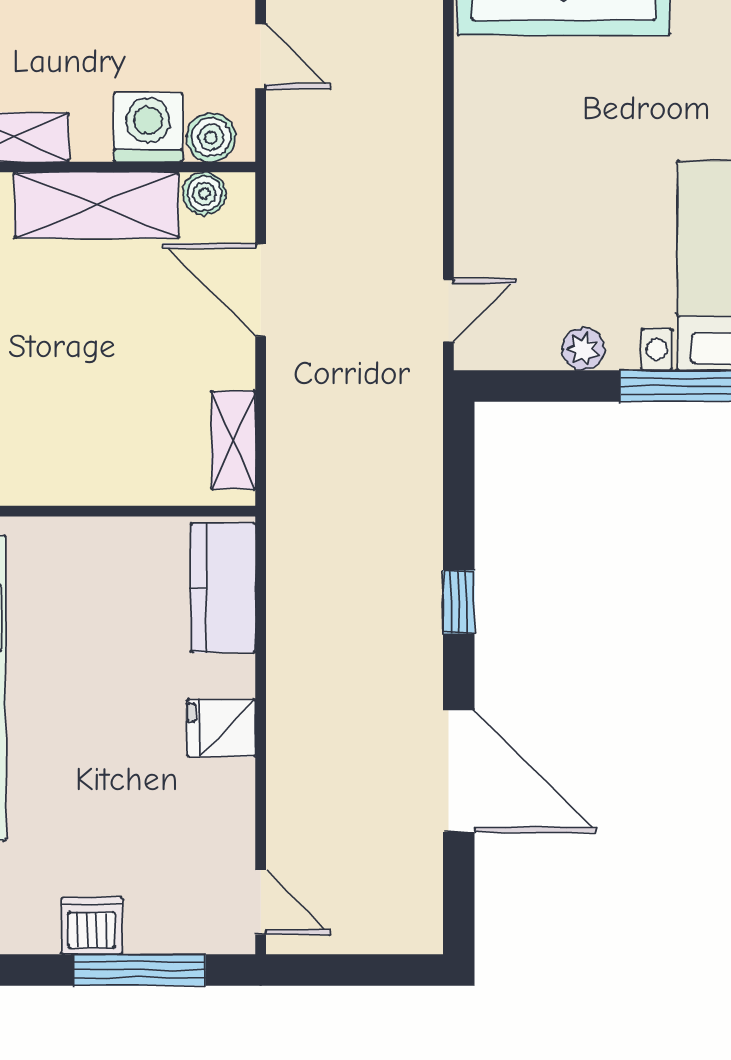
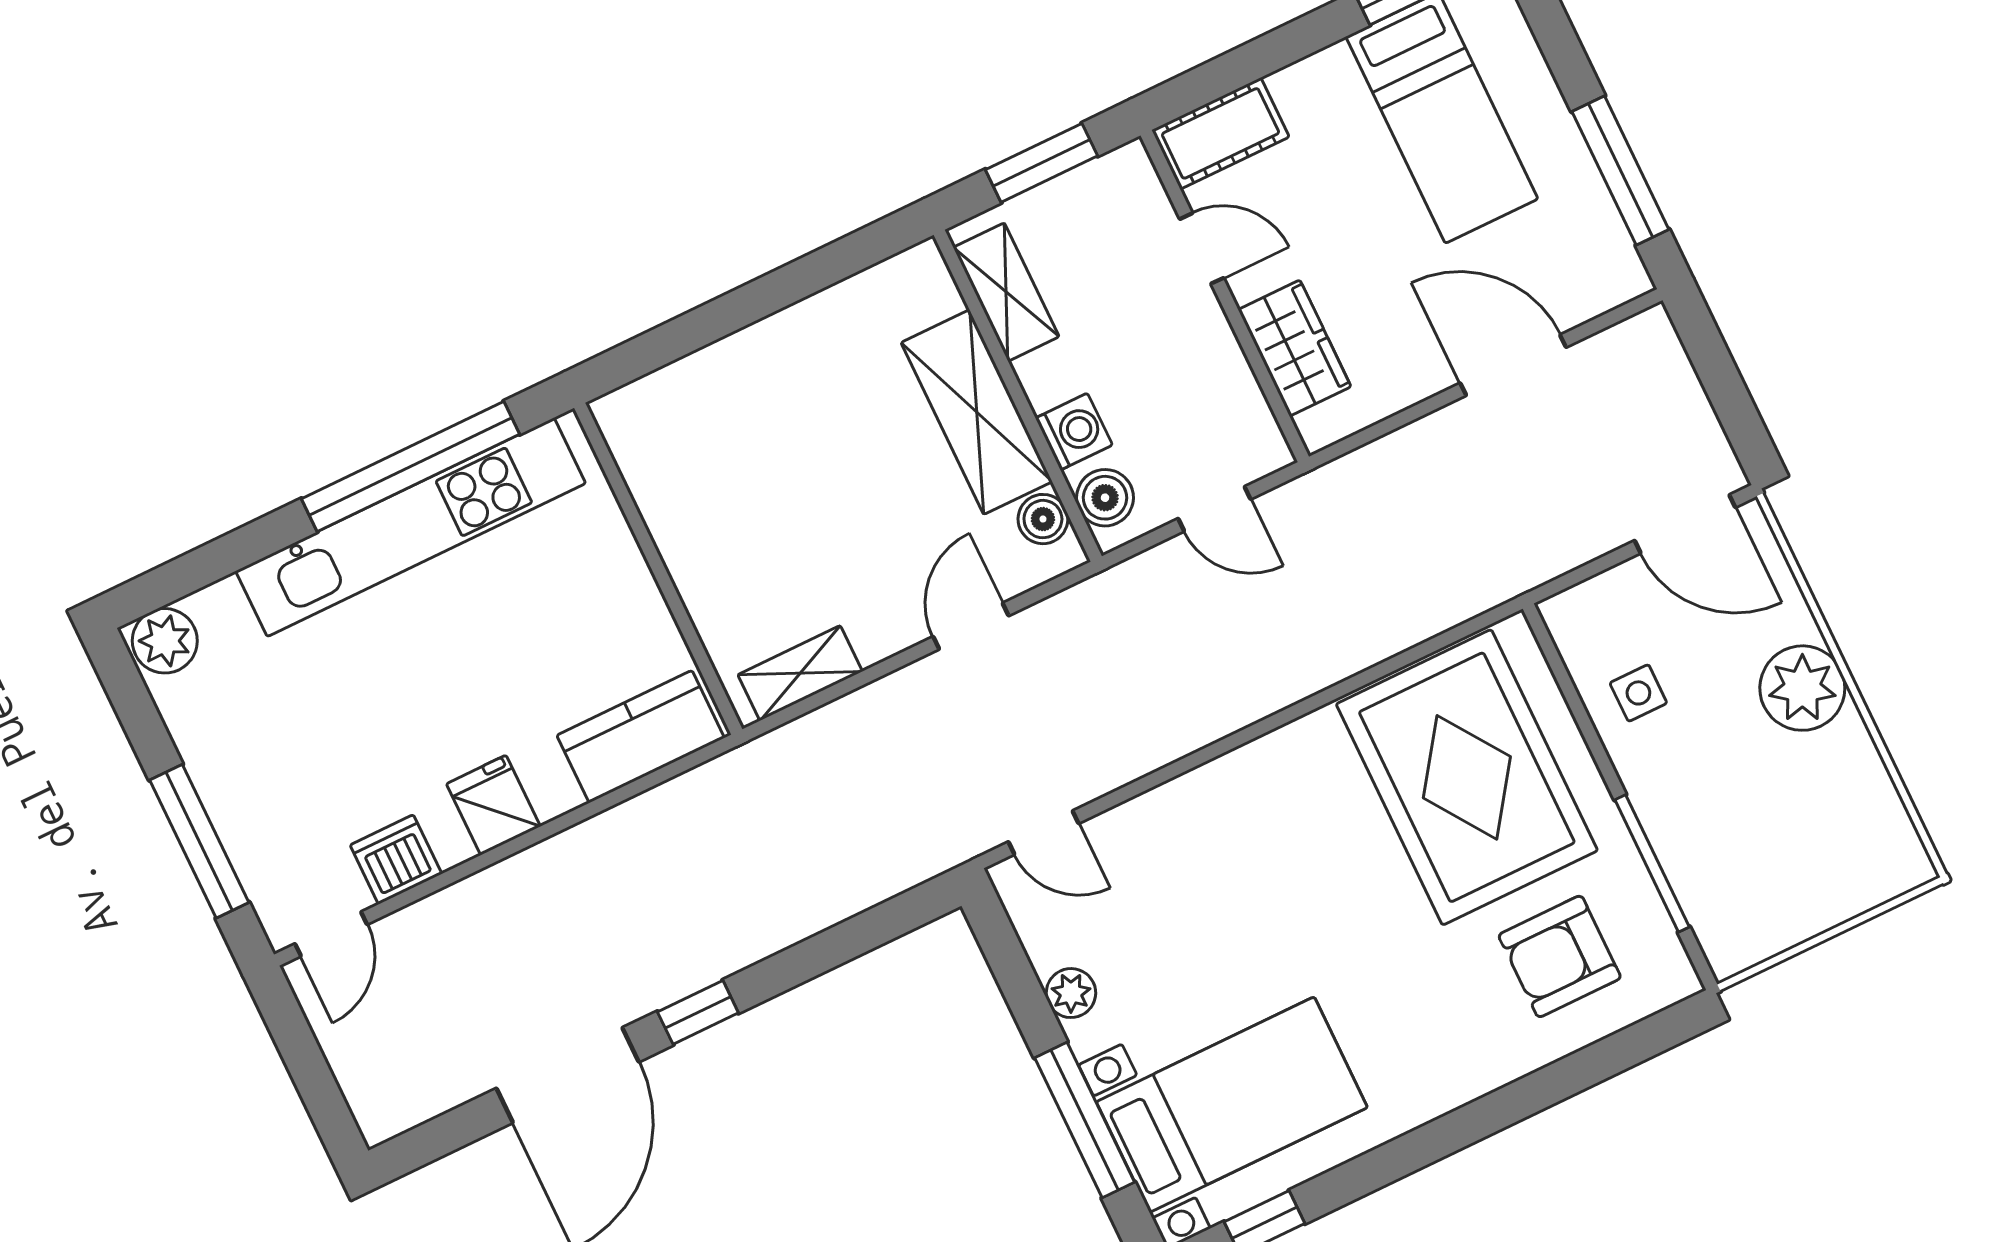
door: (261, 57) -> (1214, 509), hinge flipped
washing machine: (148, 127) -> (1074, 432), width x0.73, depth x0.73
door: (261, 290) -> (971, 626), width x0.73
window: (459, 602) -> (698, 1012), moved
dishwasher: (92, 926) -> (396, 859), moved, turned -90

